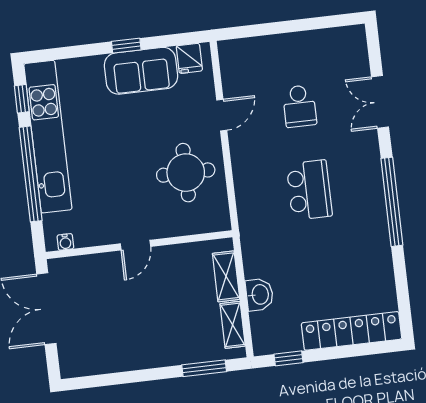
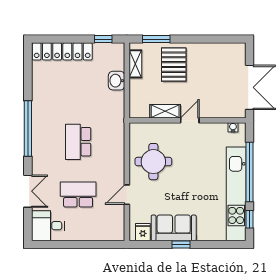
desk: (342, 51) -> (48, 226), added
school desk: (299, 106) -> (78, 194), width x1.85
shelving: (226, 276) -> (165, 111), moved, turned 90
pallet: (171, 331) -> (174, 65), added

